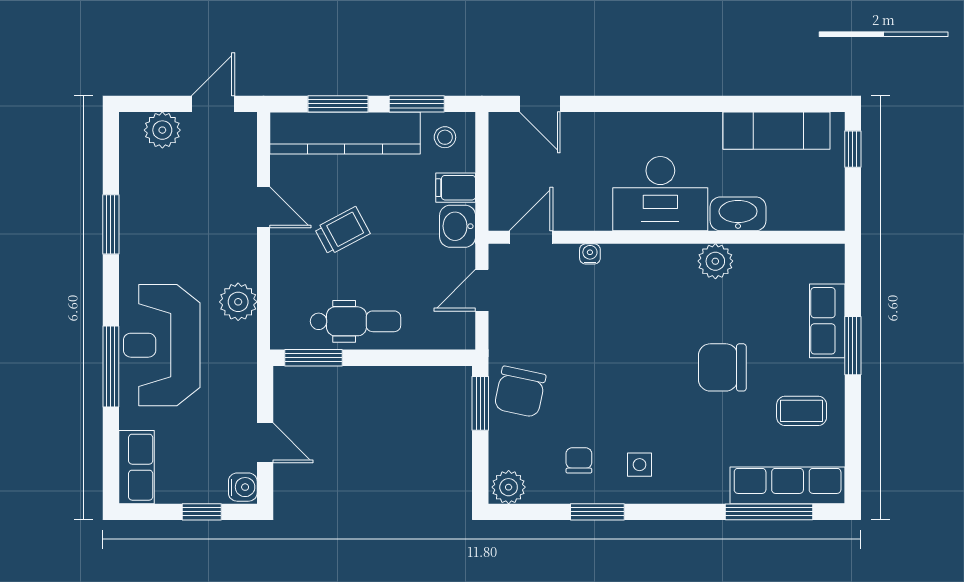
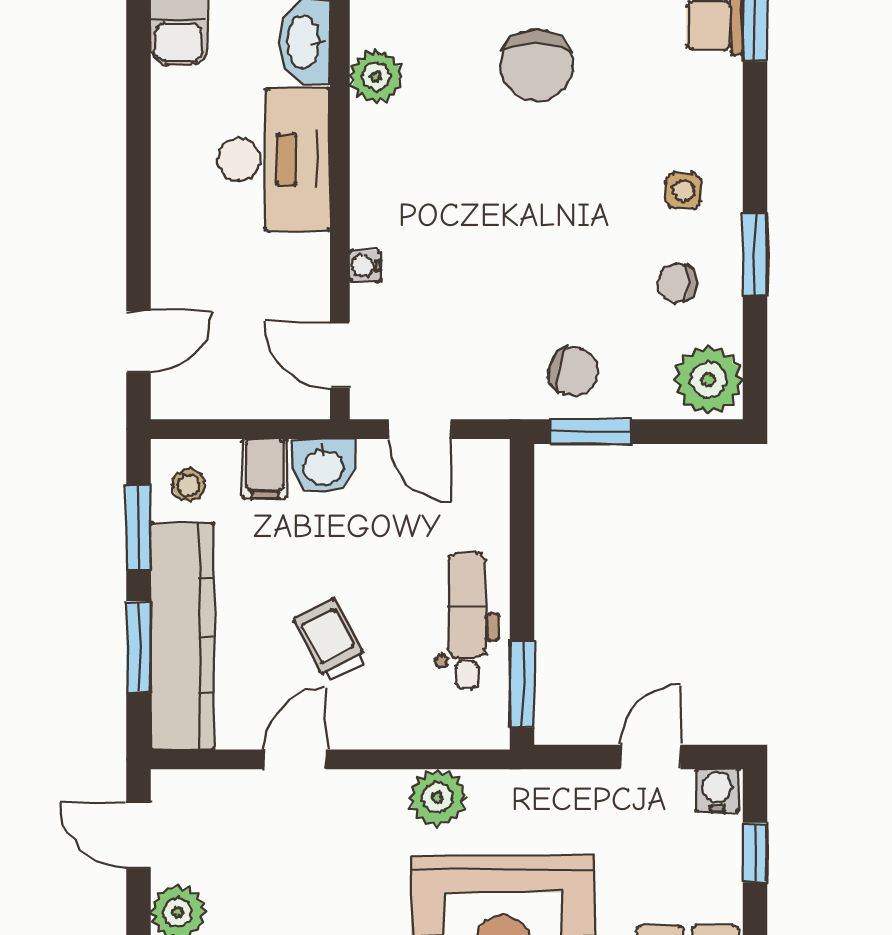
chair: (520, 392) -> (573, 372), width x0.73, depth x0.73
plant: (509, 487) -> (708, 380), width x1.36, depth x1.36

